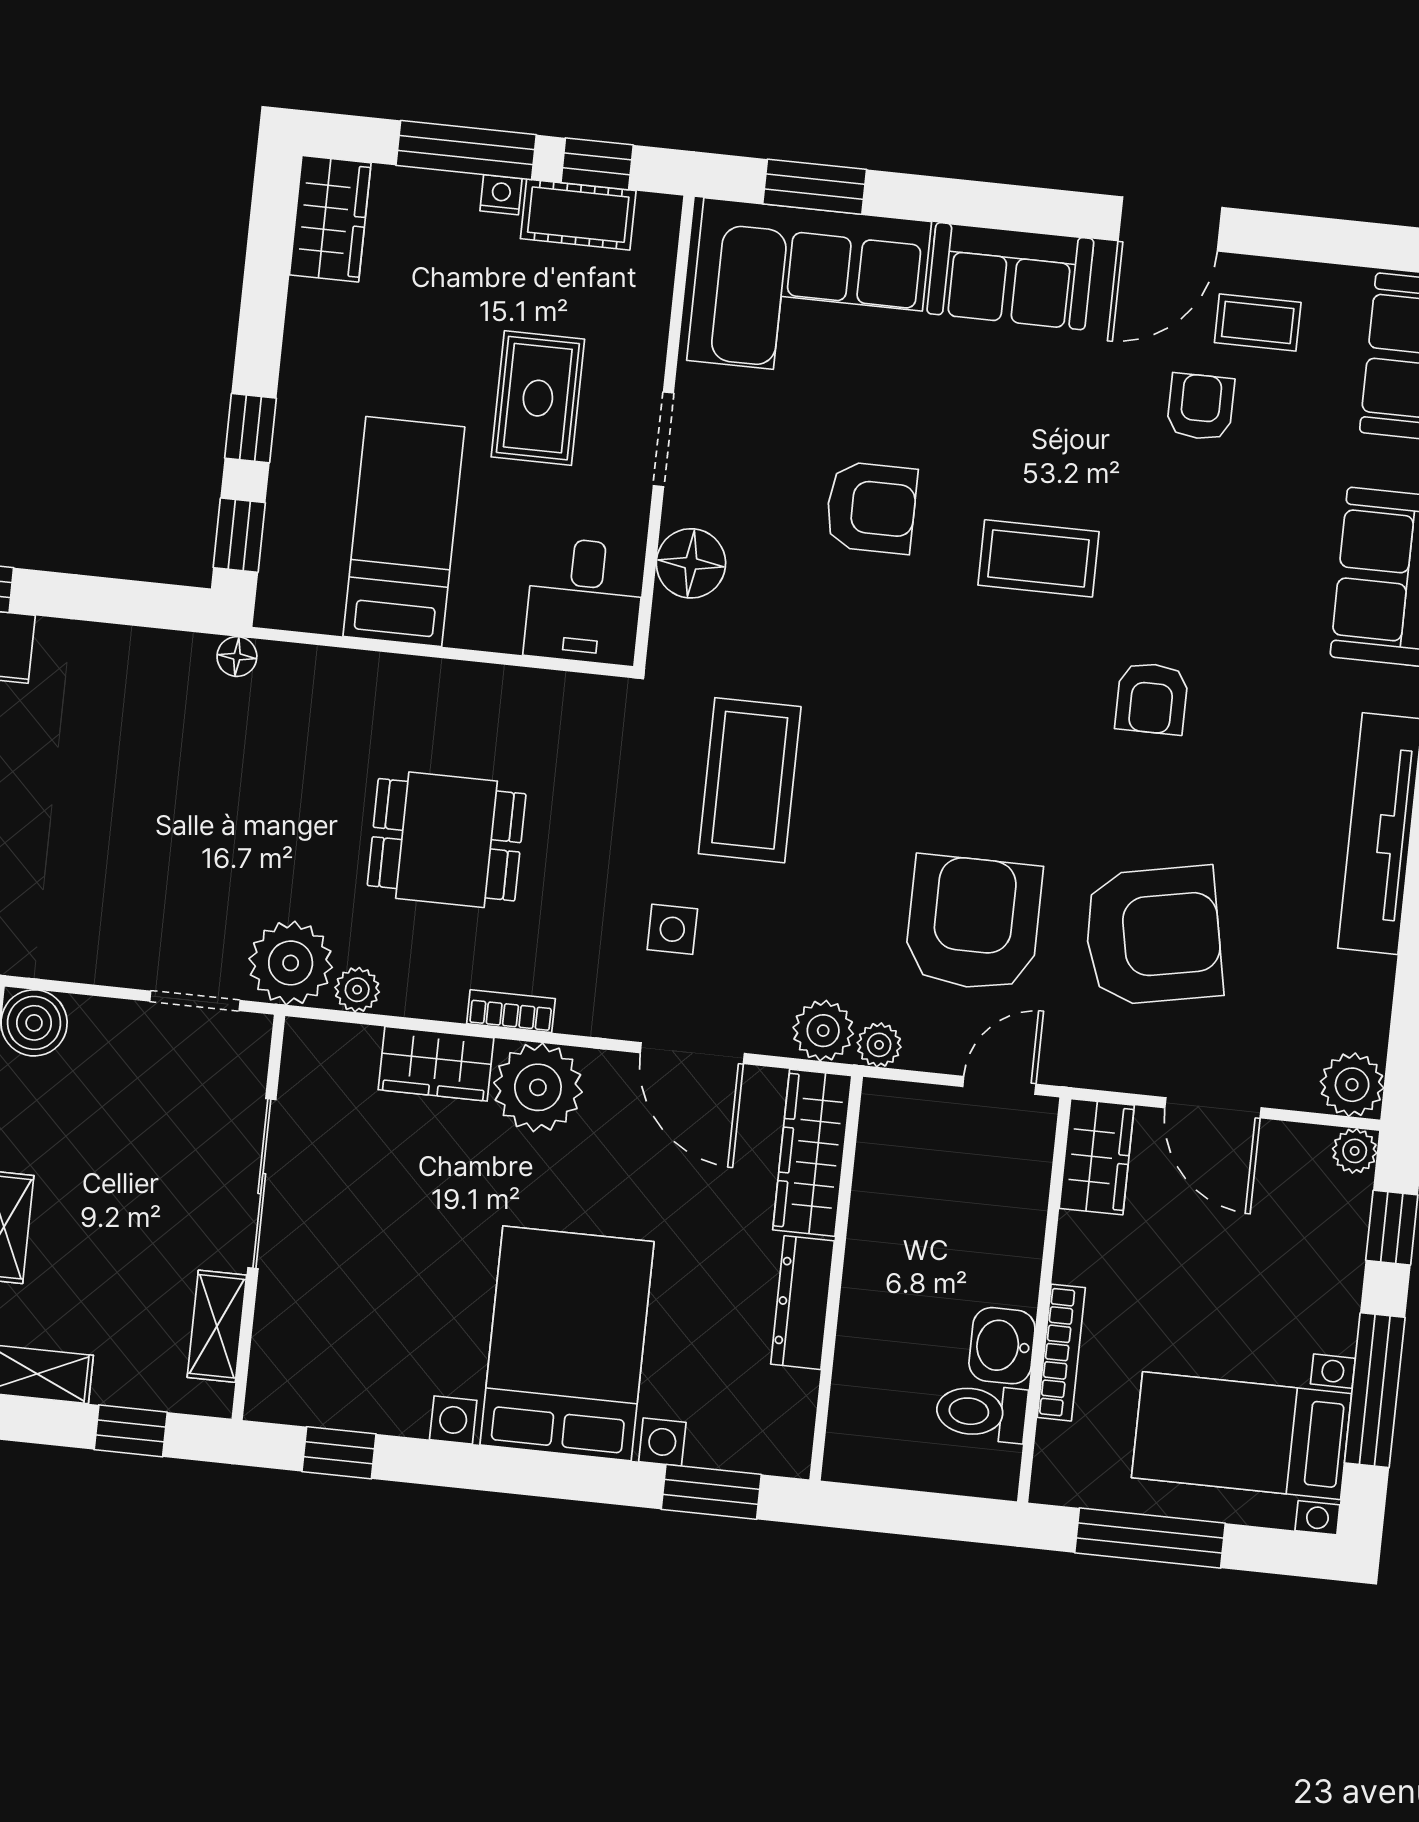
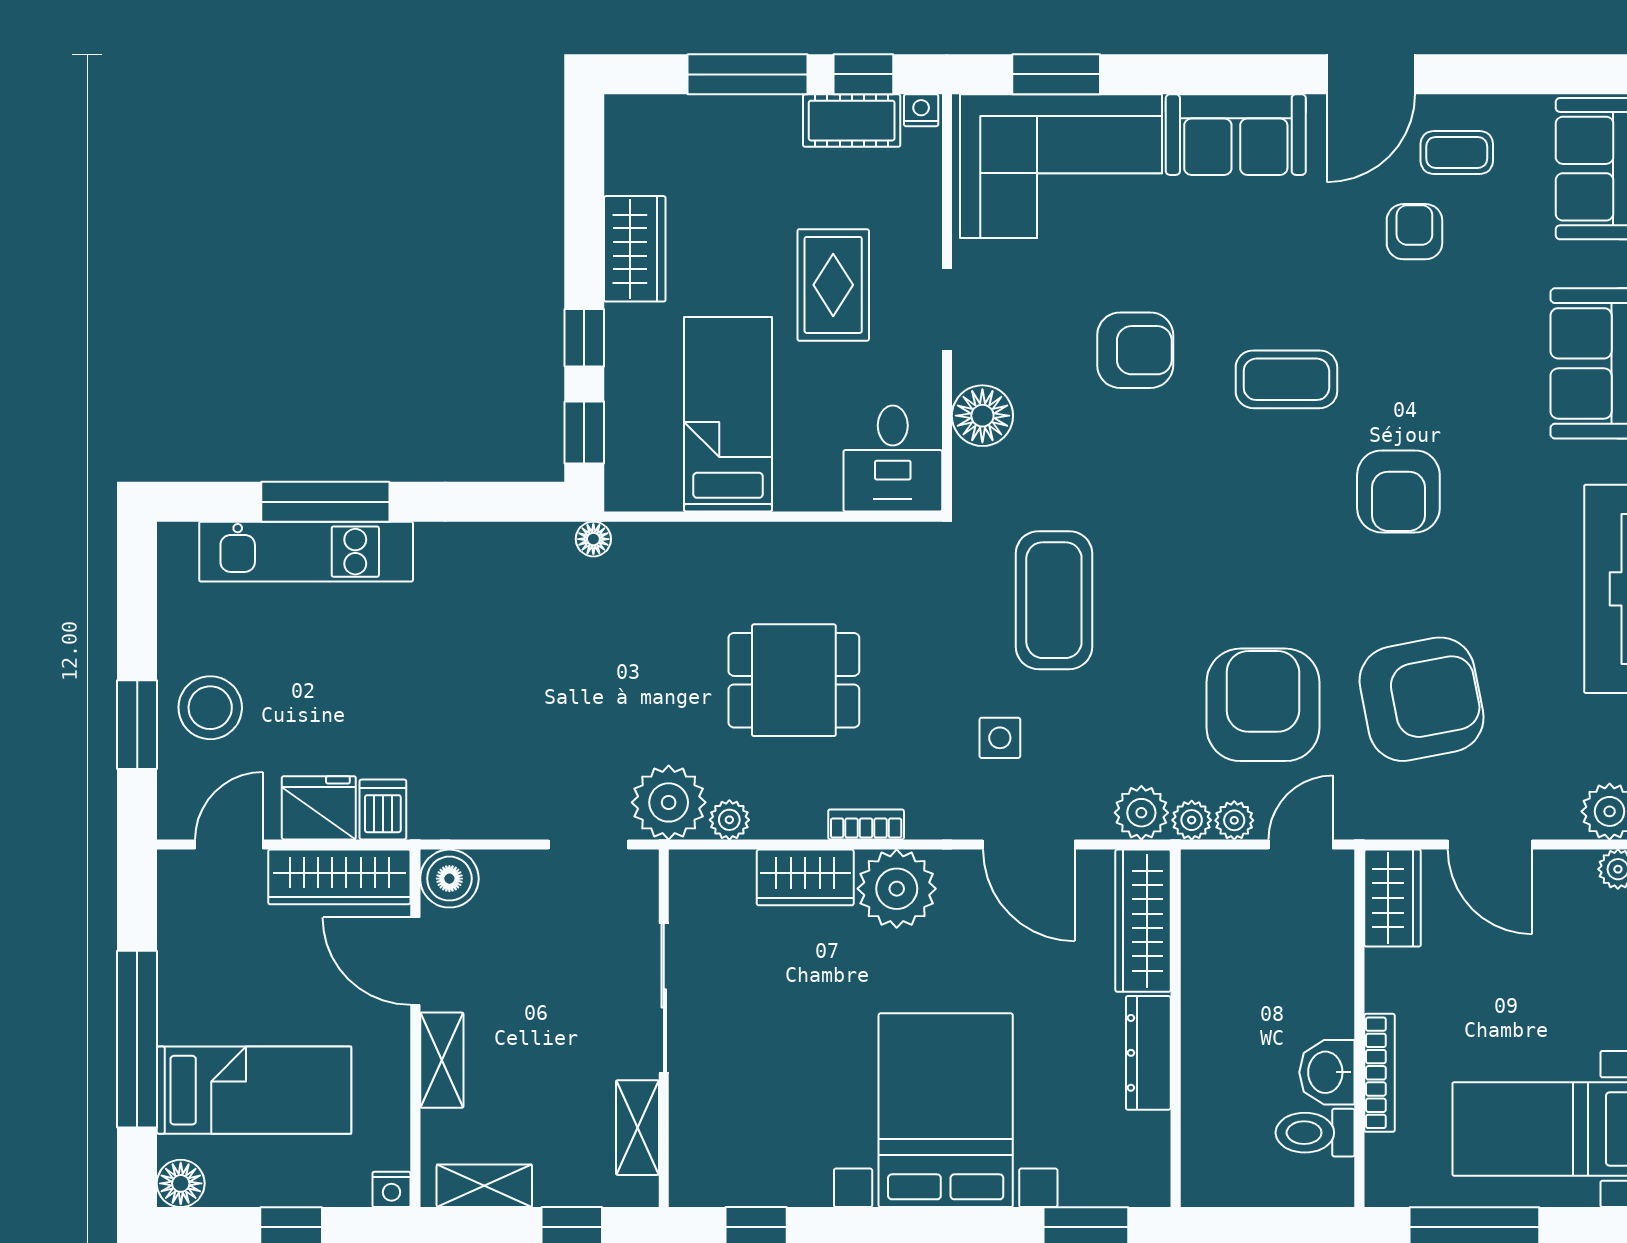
nightstand: (501, 195) -> (921, 110), moved
wardrobe: (330, 219) -> (635, 249), moved
armchair: (1152, 698) -> (1398, 491), width x1.38, depth x1.38
plant: (927, 1050) -> (1234, 820), added

